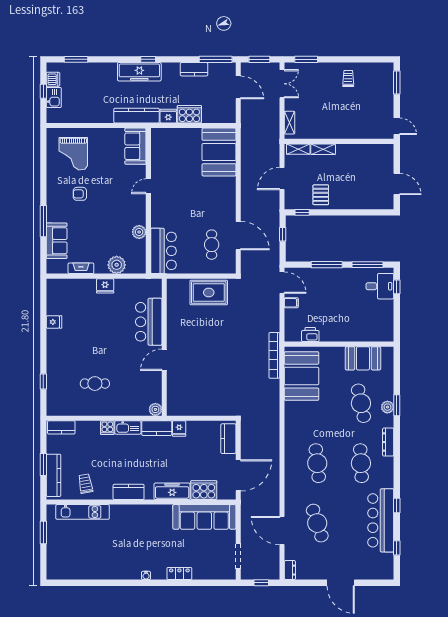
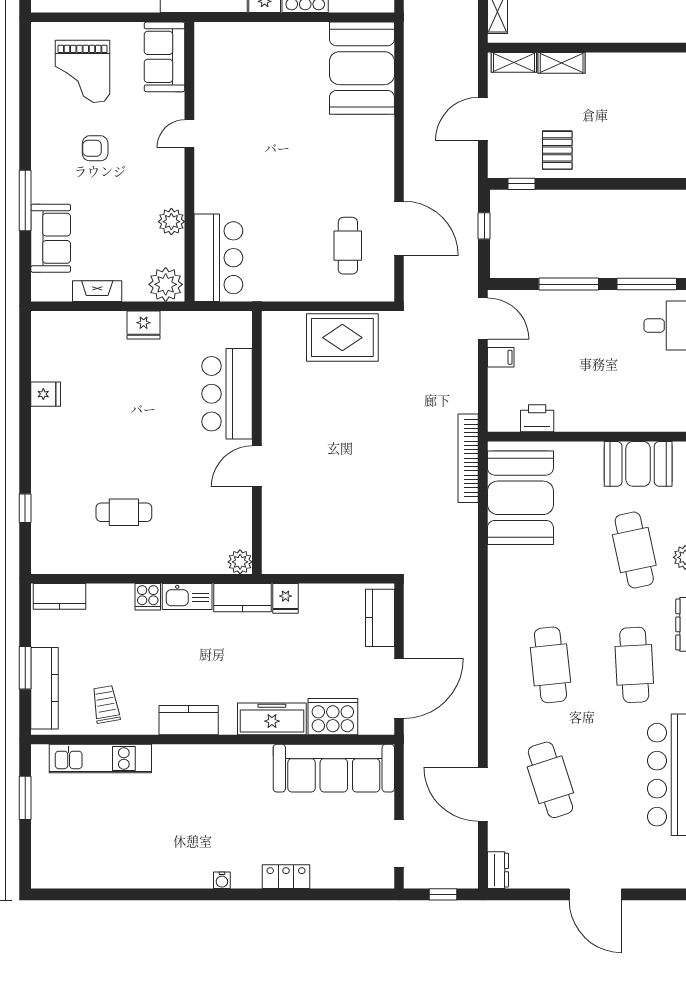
sofa: (135, 146) -> (164, 57), moved
door: (148, 186) -> (189, 134), moved
wall: (148, 201) -> (189, 162), moved
plant: (139, 232) -> (171, 222), moved
bar counter: (164, 251) -> (218, 258), moved

